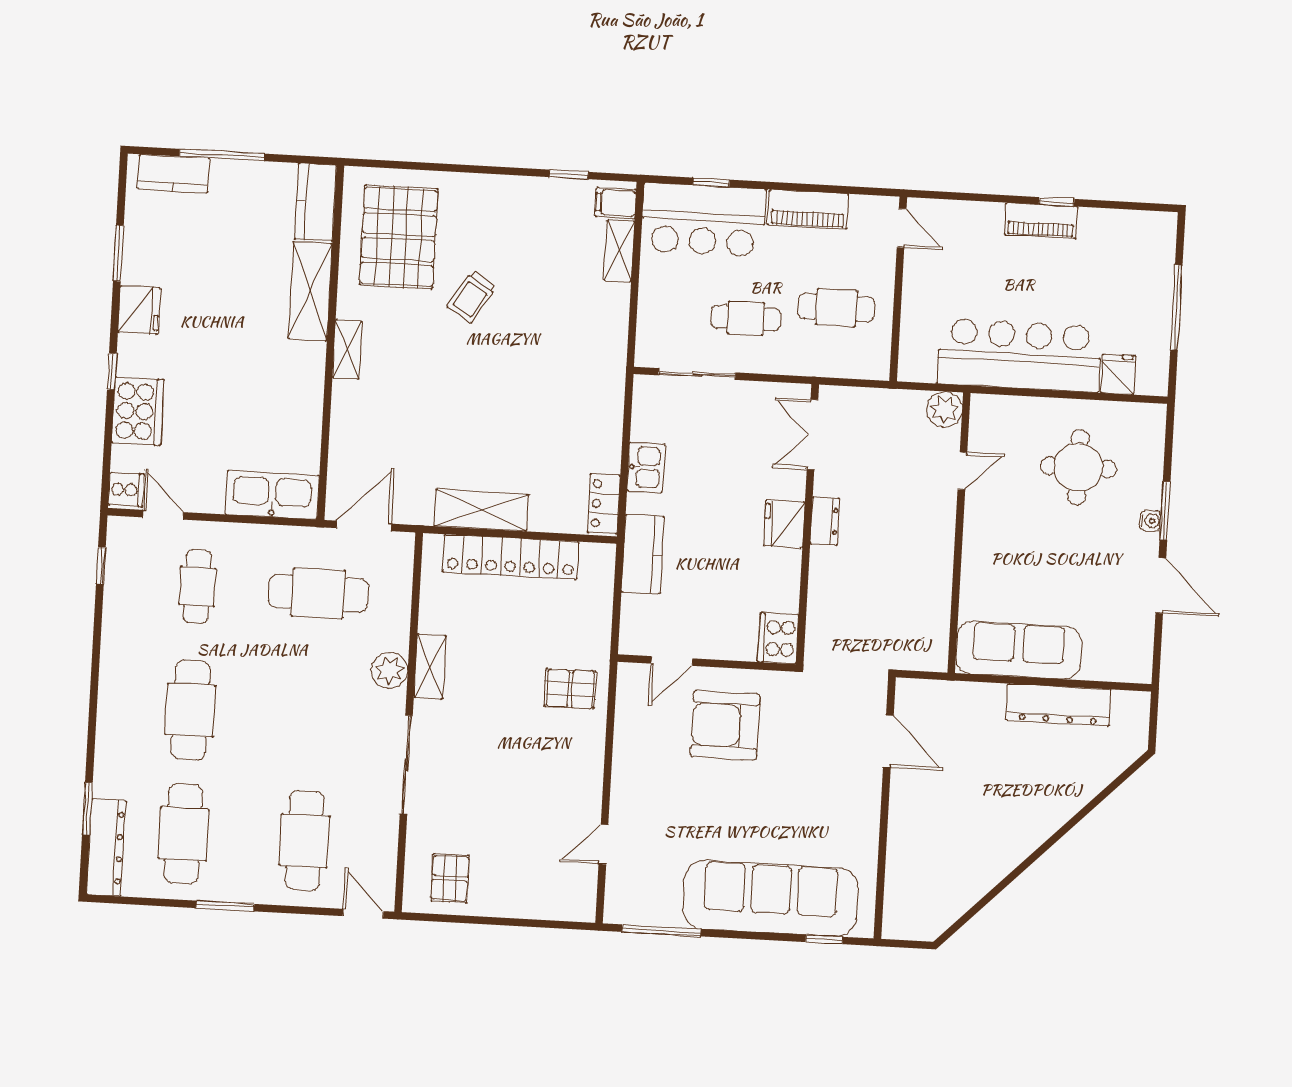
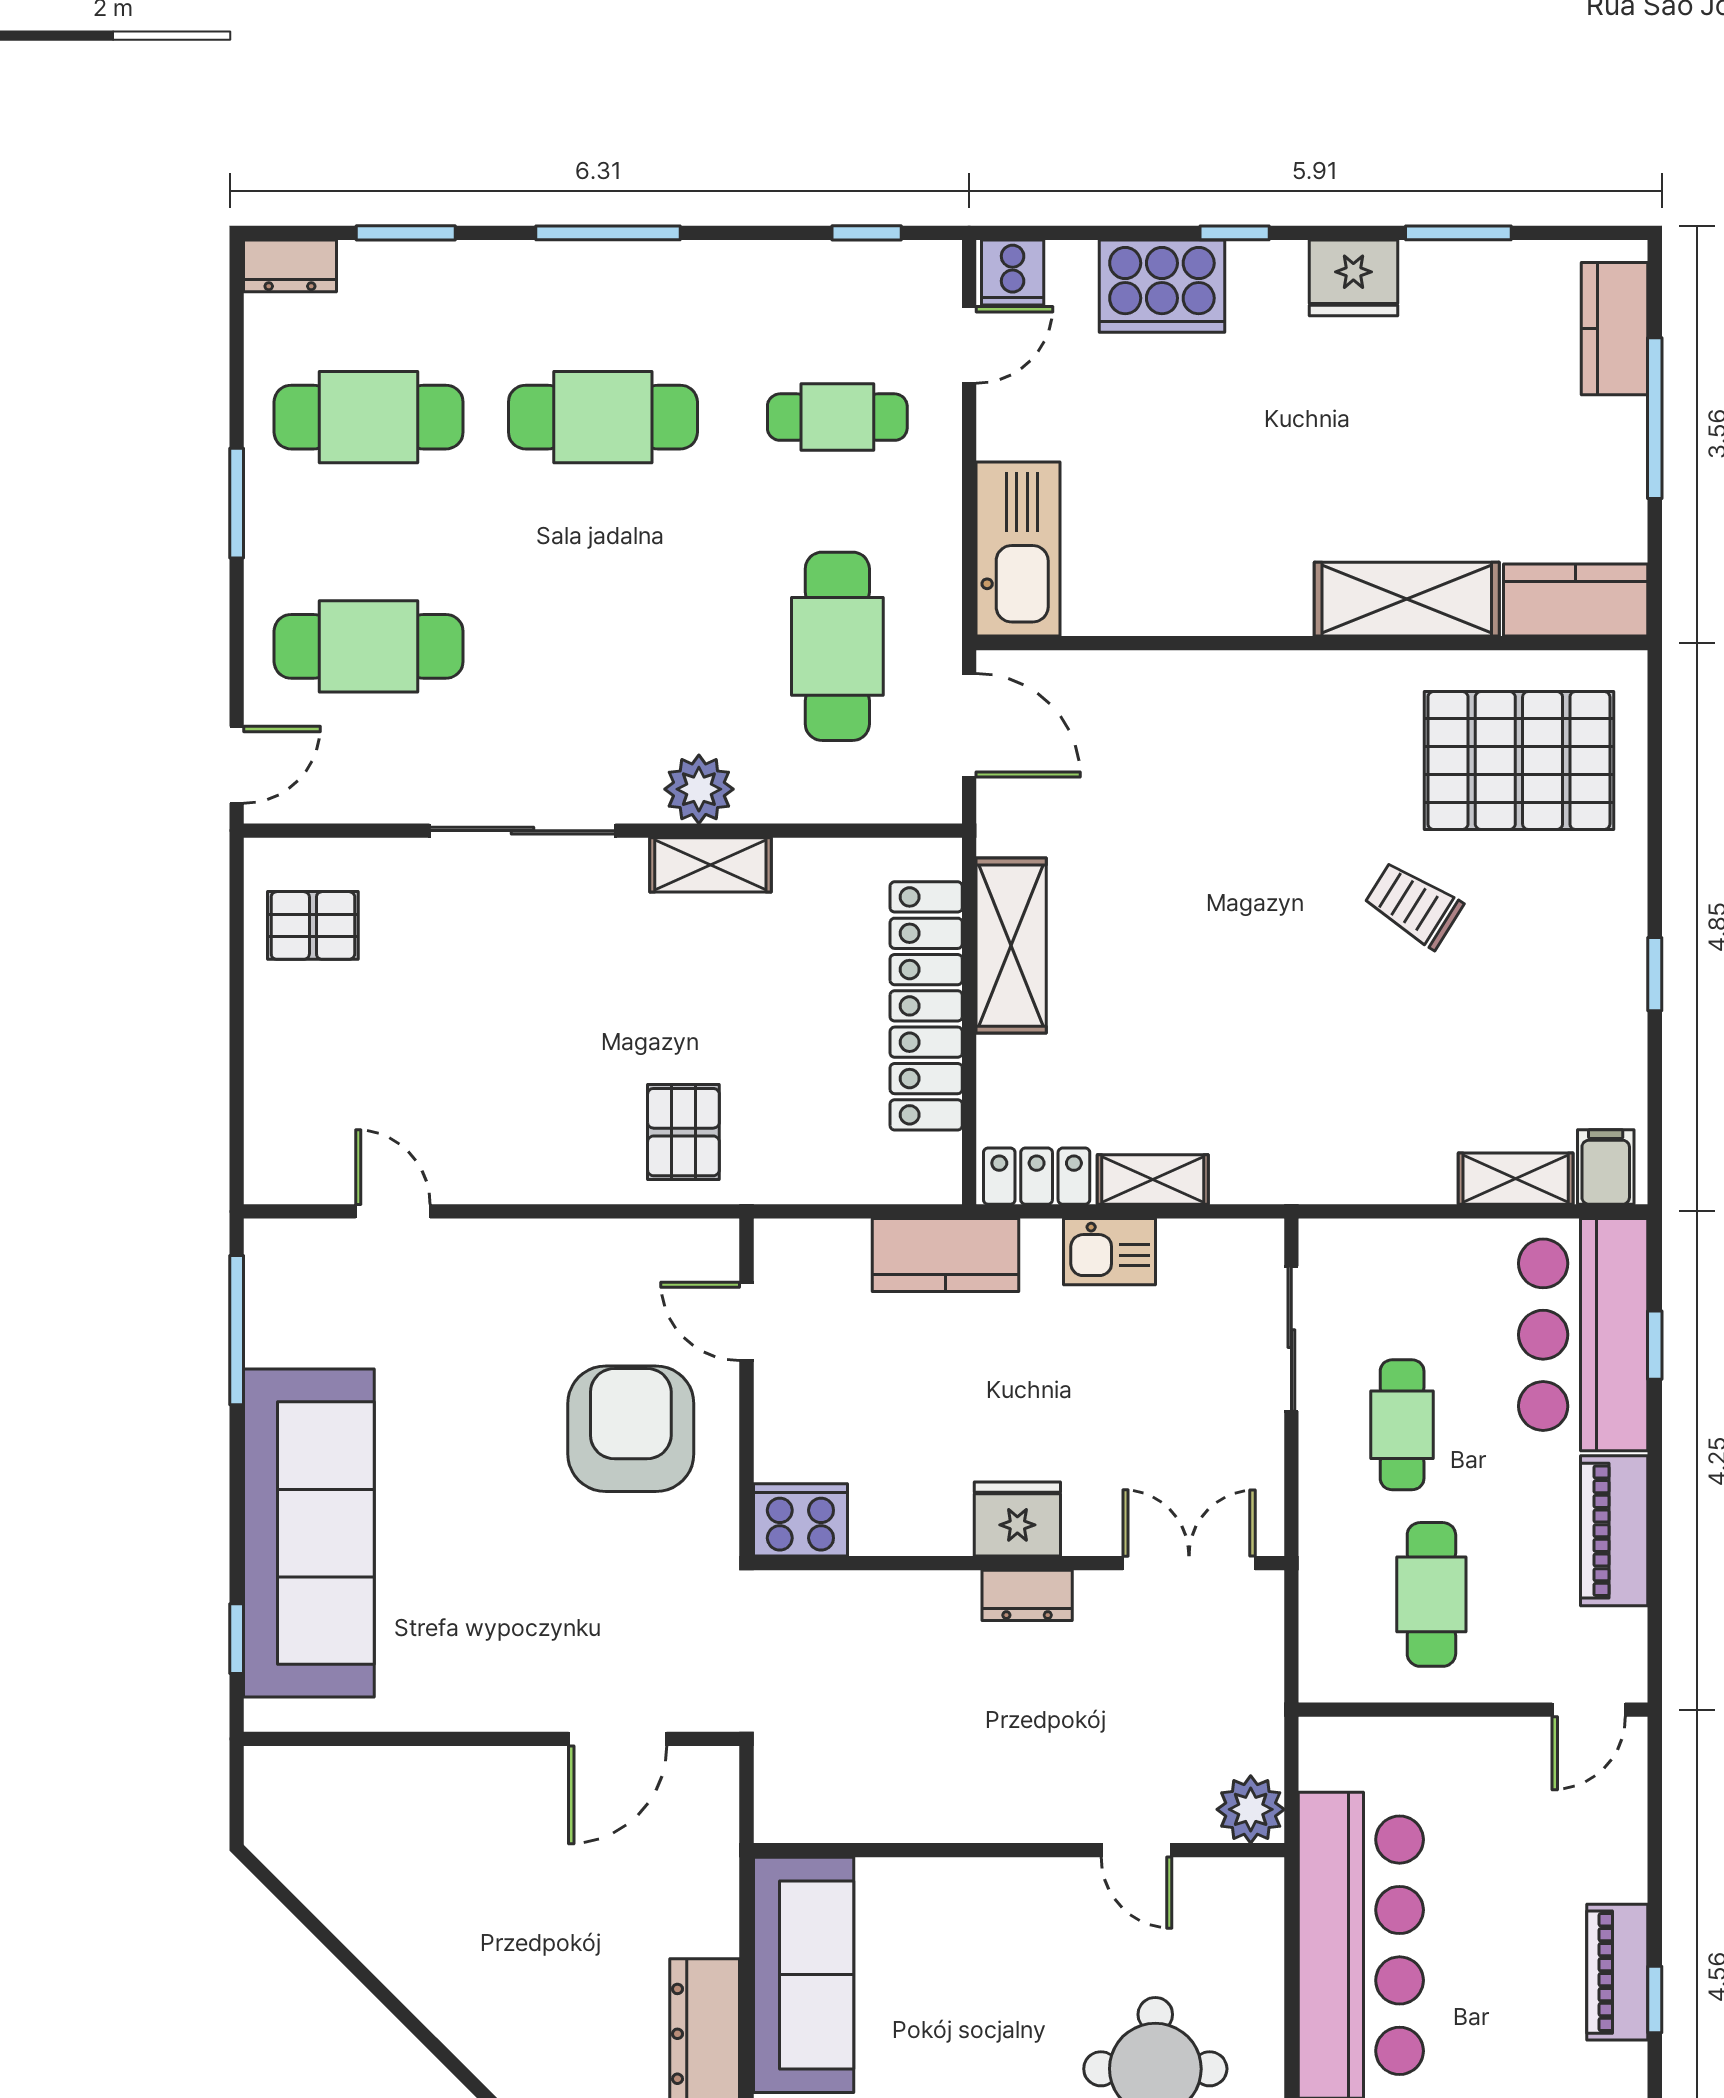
window: (569, 174) -> (1655, 974), moved
shelving: (347, 349) -> (1153, 1179), moved
window: (93, 702) -> (608, 233), added
dresser: (106, 847) -> (290, 266), width x0.51, depth x0.80

